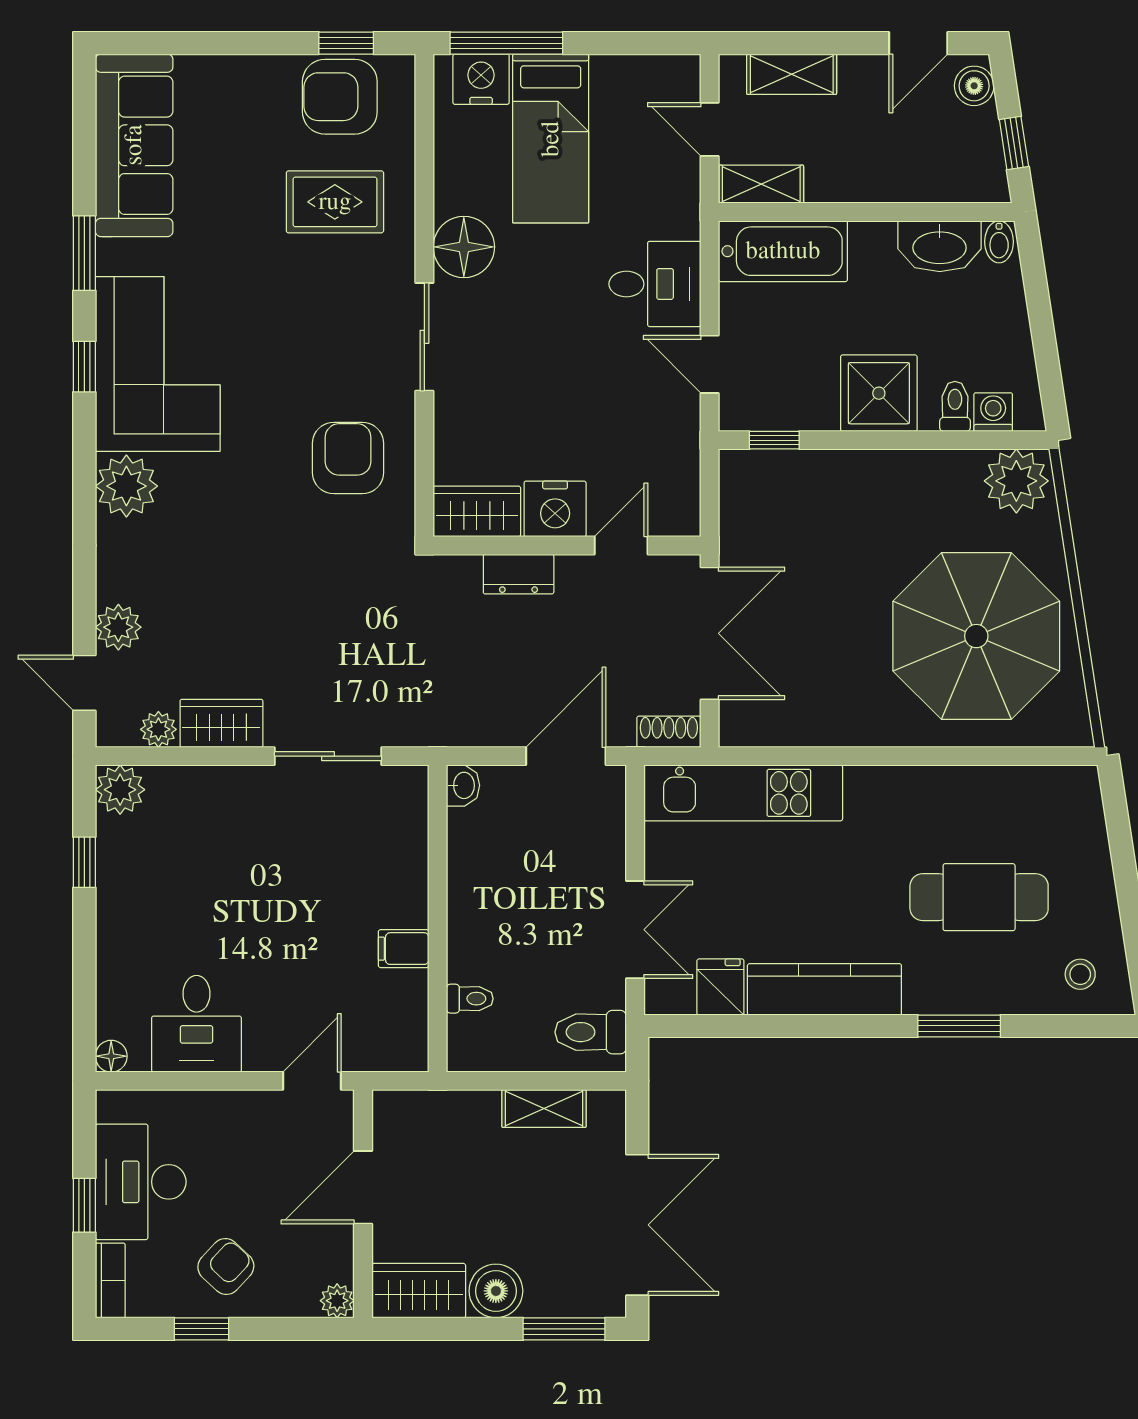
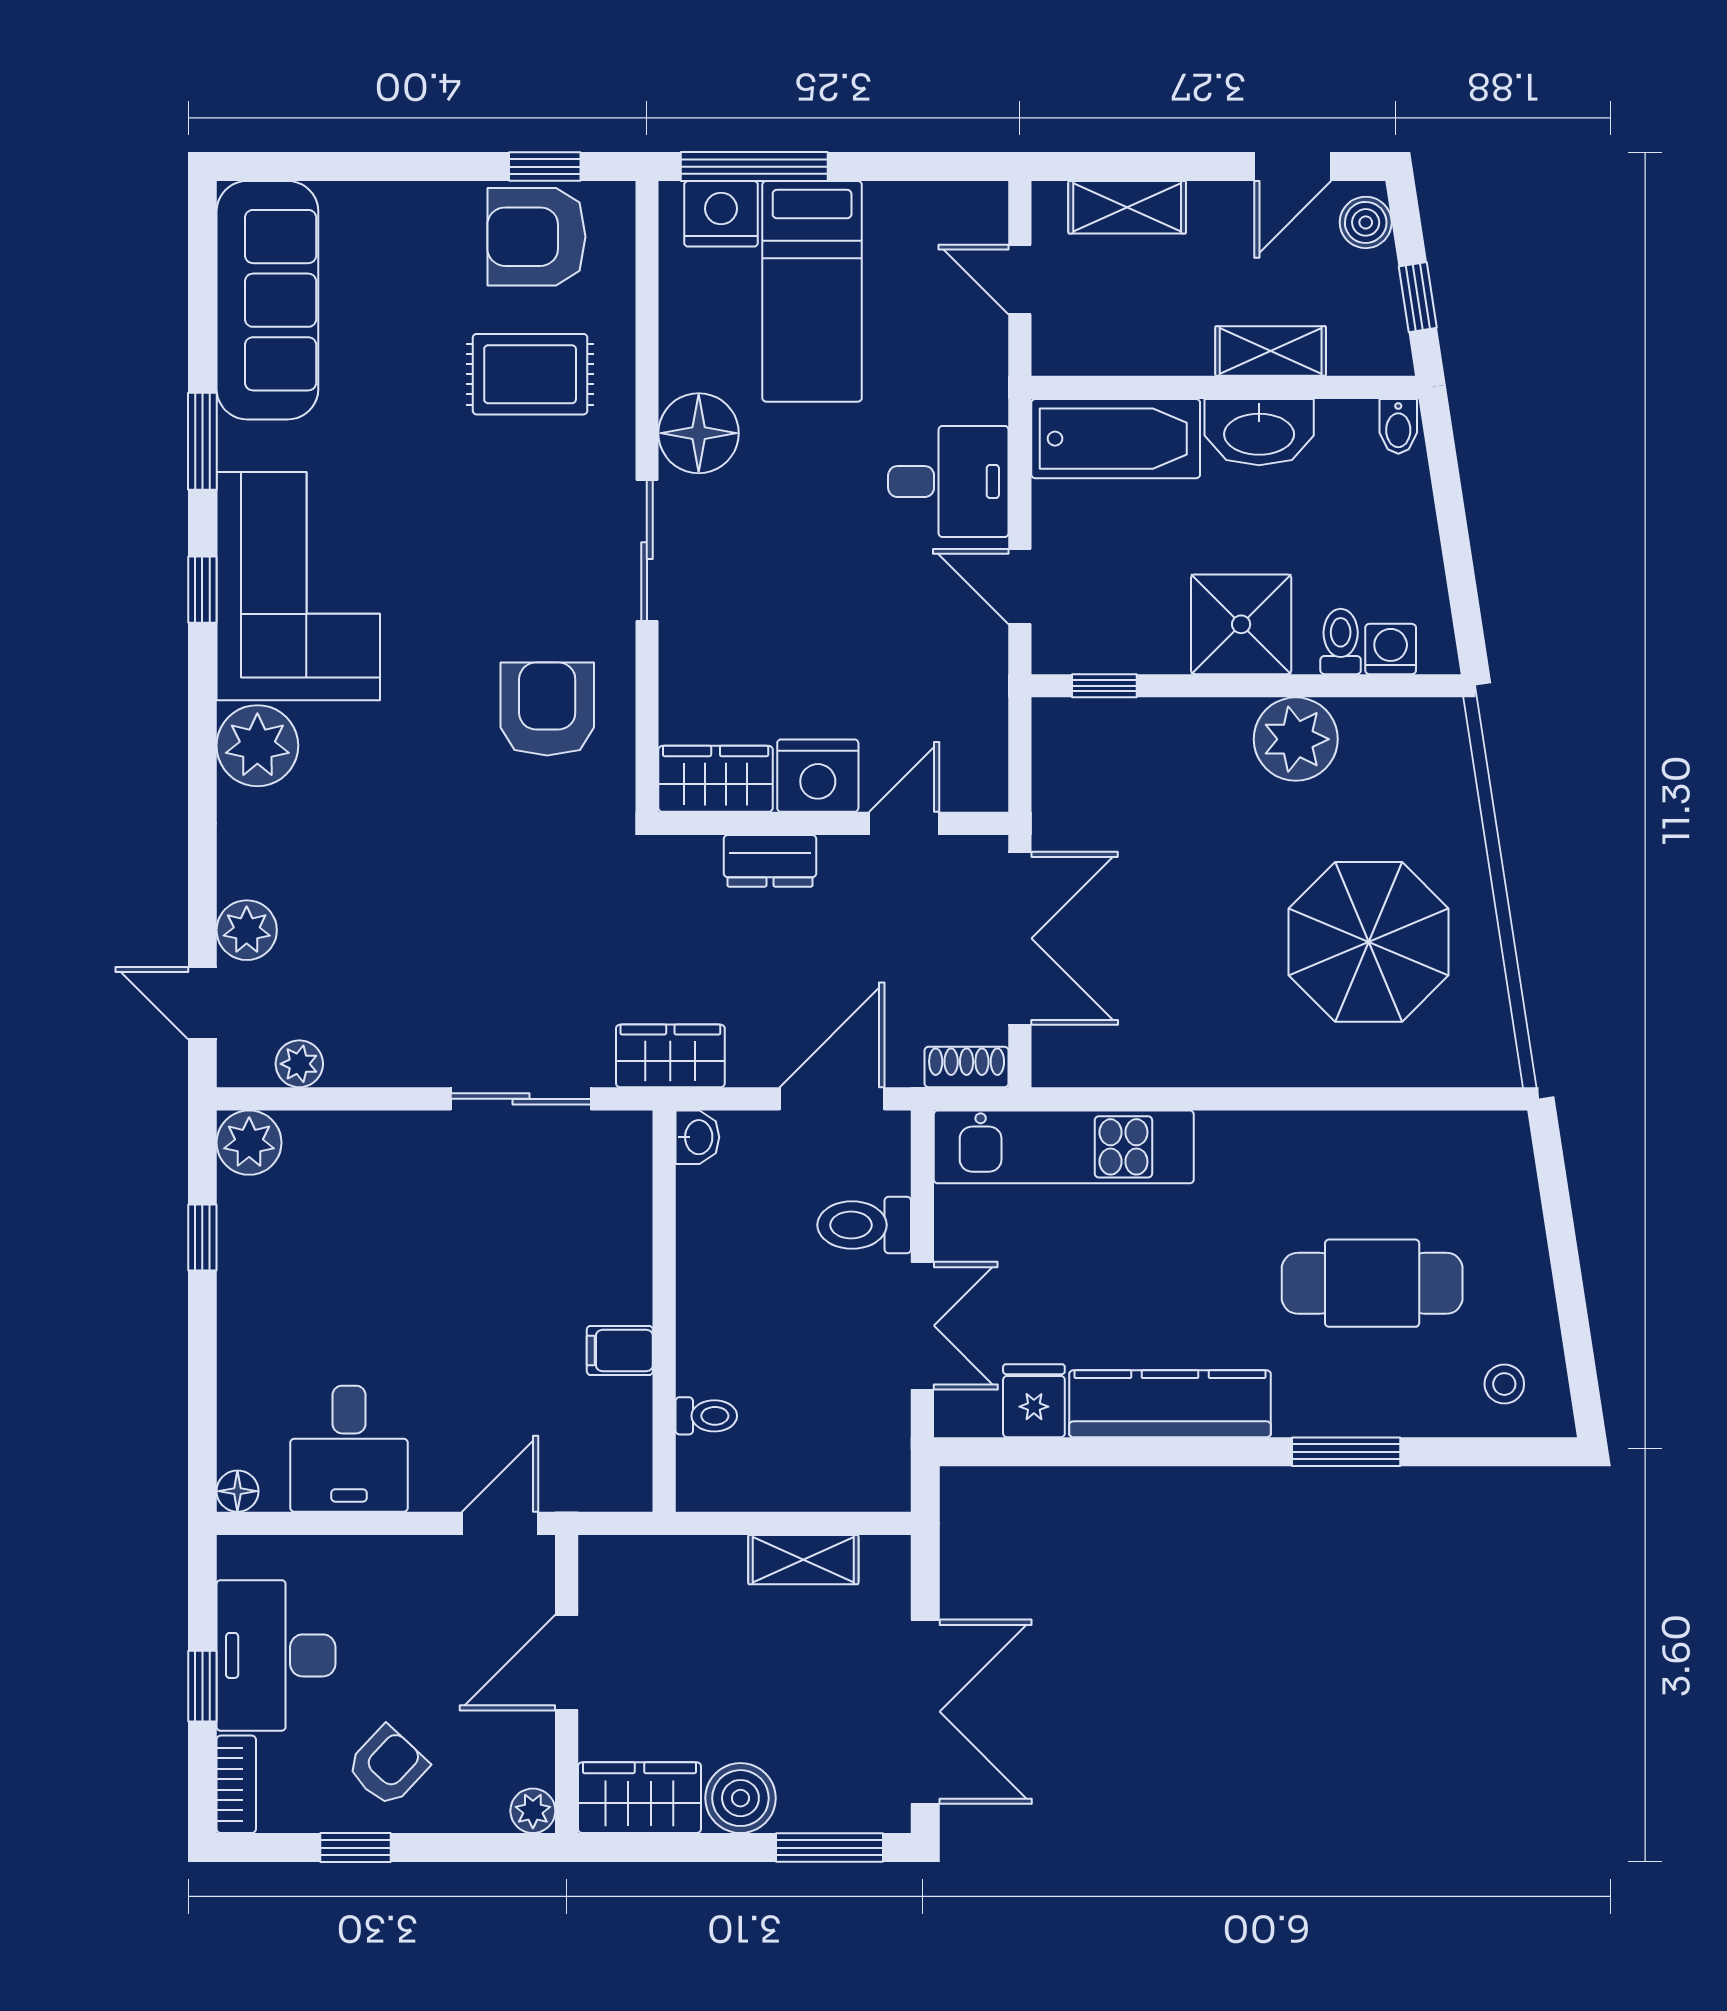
shelving: (761, 184) -> (1271, 351), moved
washbasin: (940, 246) -> (1259, 432), moved
plant: (1016, 481) -> (1296, 739), moved
parasol: (976, 636) -> (1369, 942), width x0.73, depth x0.73
wardrobe: (221, 723) -> (670, 1056), moved
toilet: (591, 1032) -> (864, 1225), moved

